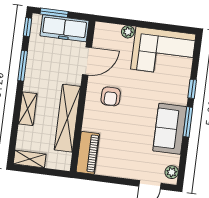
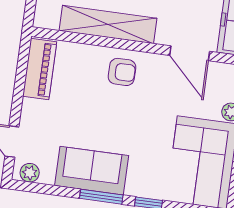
armchair: (111, 96) -> (122, 72), moved, turned 180
piano: (88, 153) -> (40, 69), moved, turned -90

